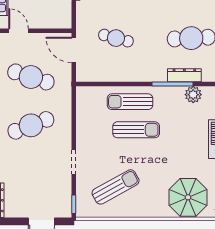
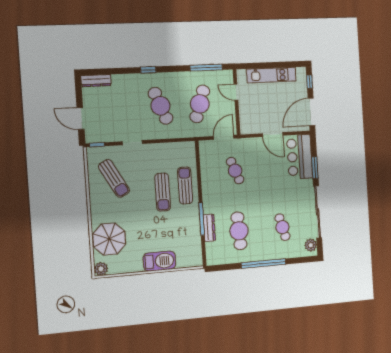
door: (19, 31) -> (236, 92), swing flipped
cafe table: (116, 38) -> (235, 171), turned -36
plant: (193, 95) -> (194, 236), removed

